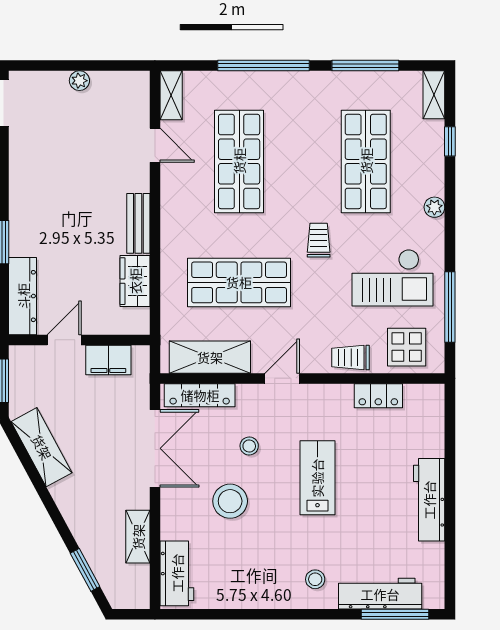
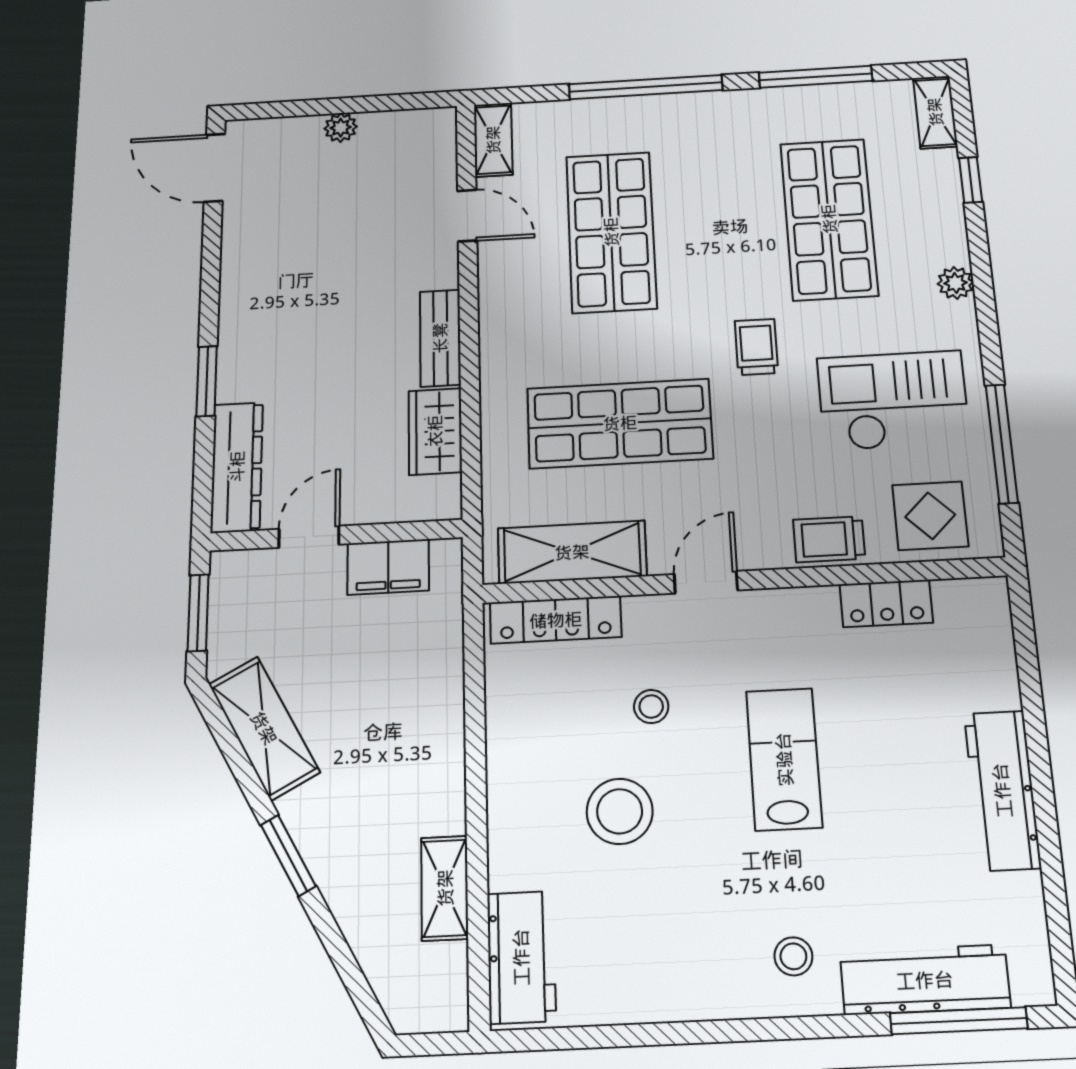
checkout: (393, 278) -> (893, 400), turned 180
double door: (155, 448) -> (475, 720), removed
window: (85, 570) -> (288, 855), moved

